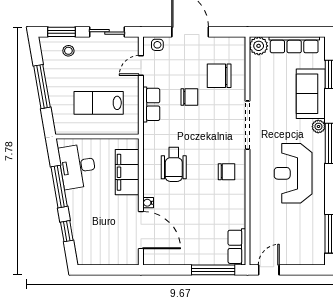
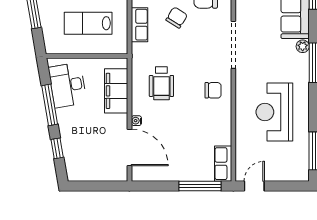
chair: (189, 97) -> (177, 18), turned -58
reception desk: (293, 173) -> (274, 112), moved

